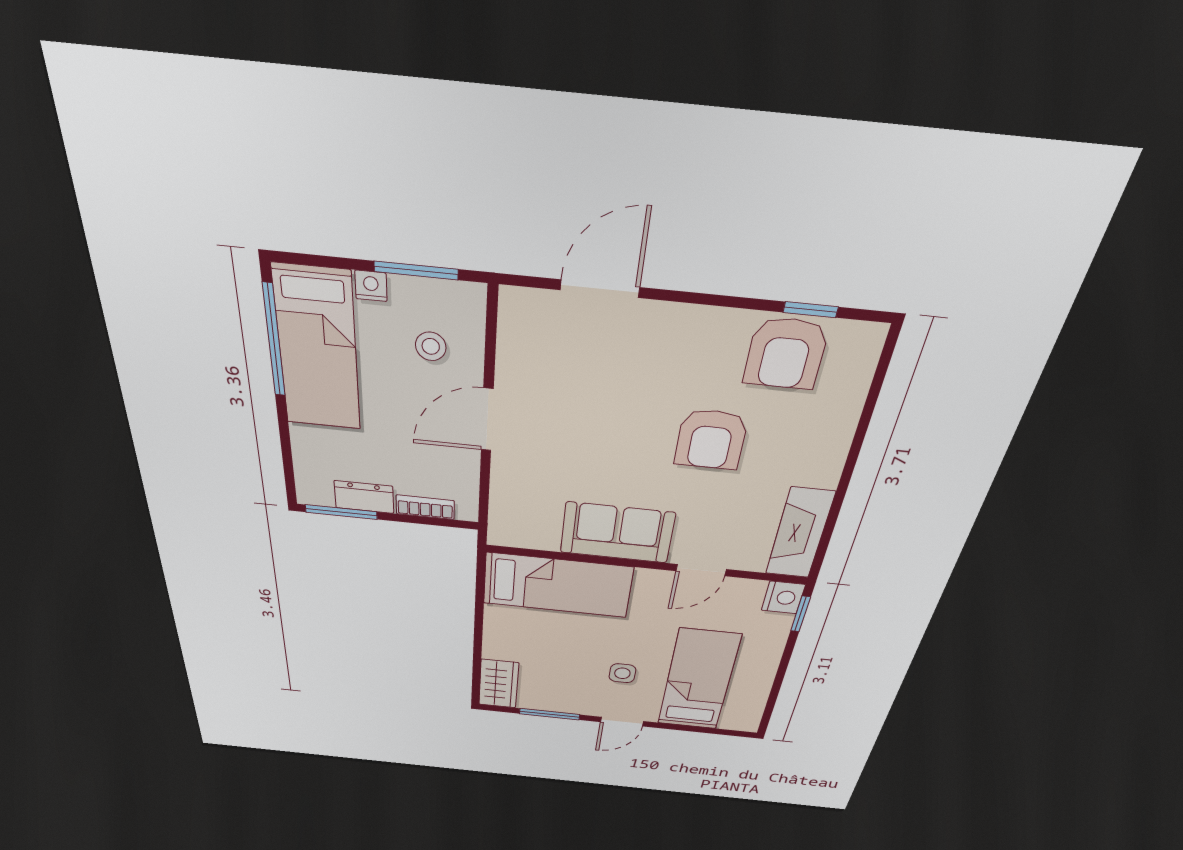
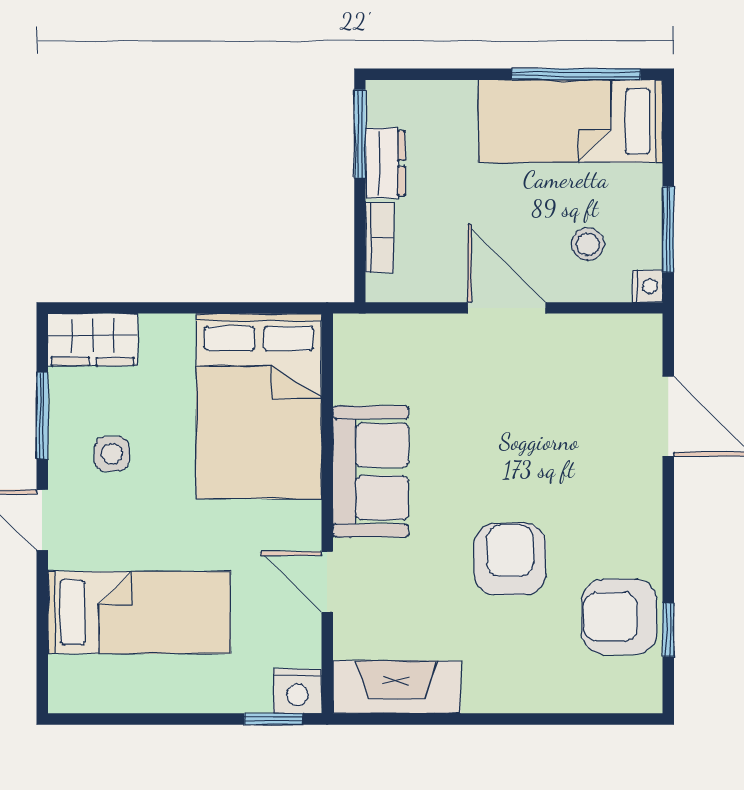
nightstand: (371, 286) -> (647, 286), moved
armchair: (711, 439) -> (510, 559), turned 90
bed: (557, 585) -> (259, 406), width x1.50
side table: (622, 673) -> (112, 454), moved

